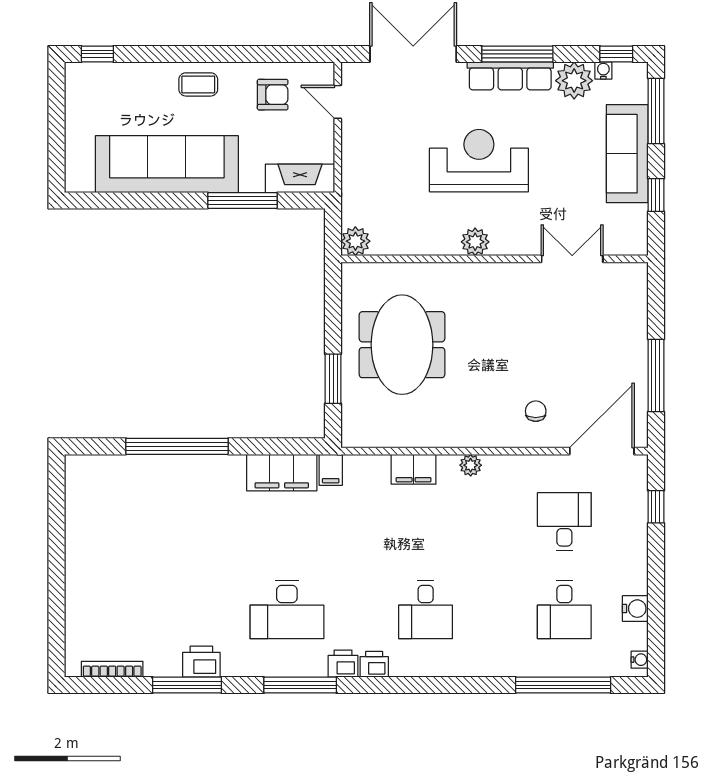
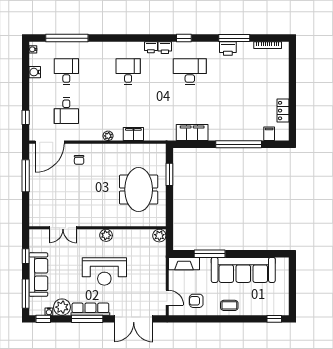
filing cabinet: (331, 470) -> (269, 134), moved
locker: (78, 522) -> (283, 111), added
window: (300, 685) -> (184, 38), width x0.46

